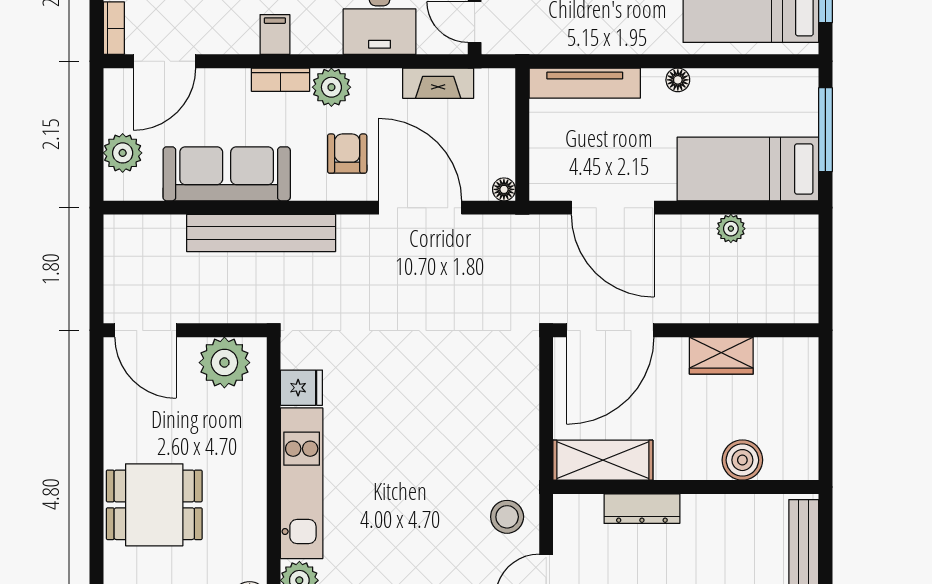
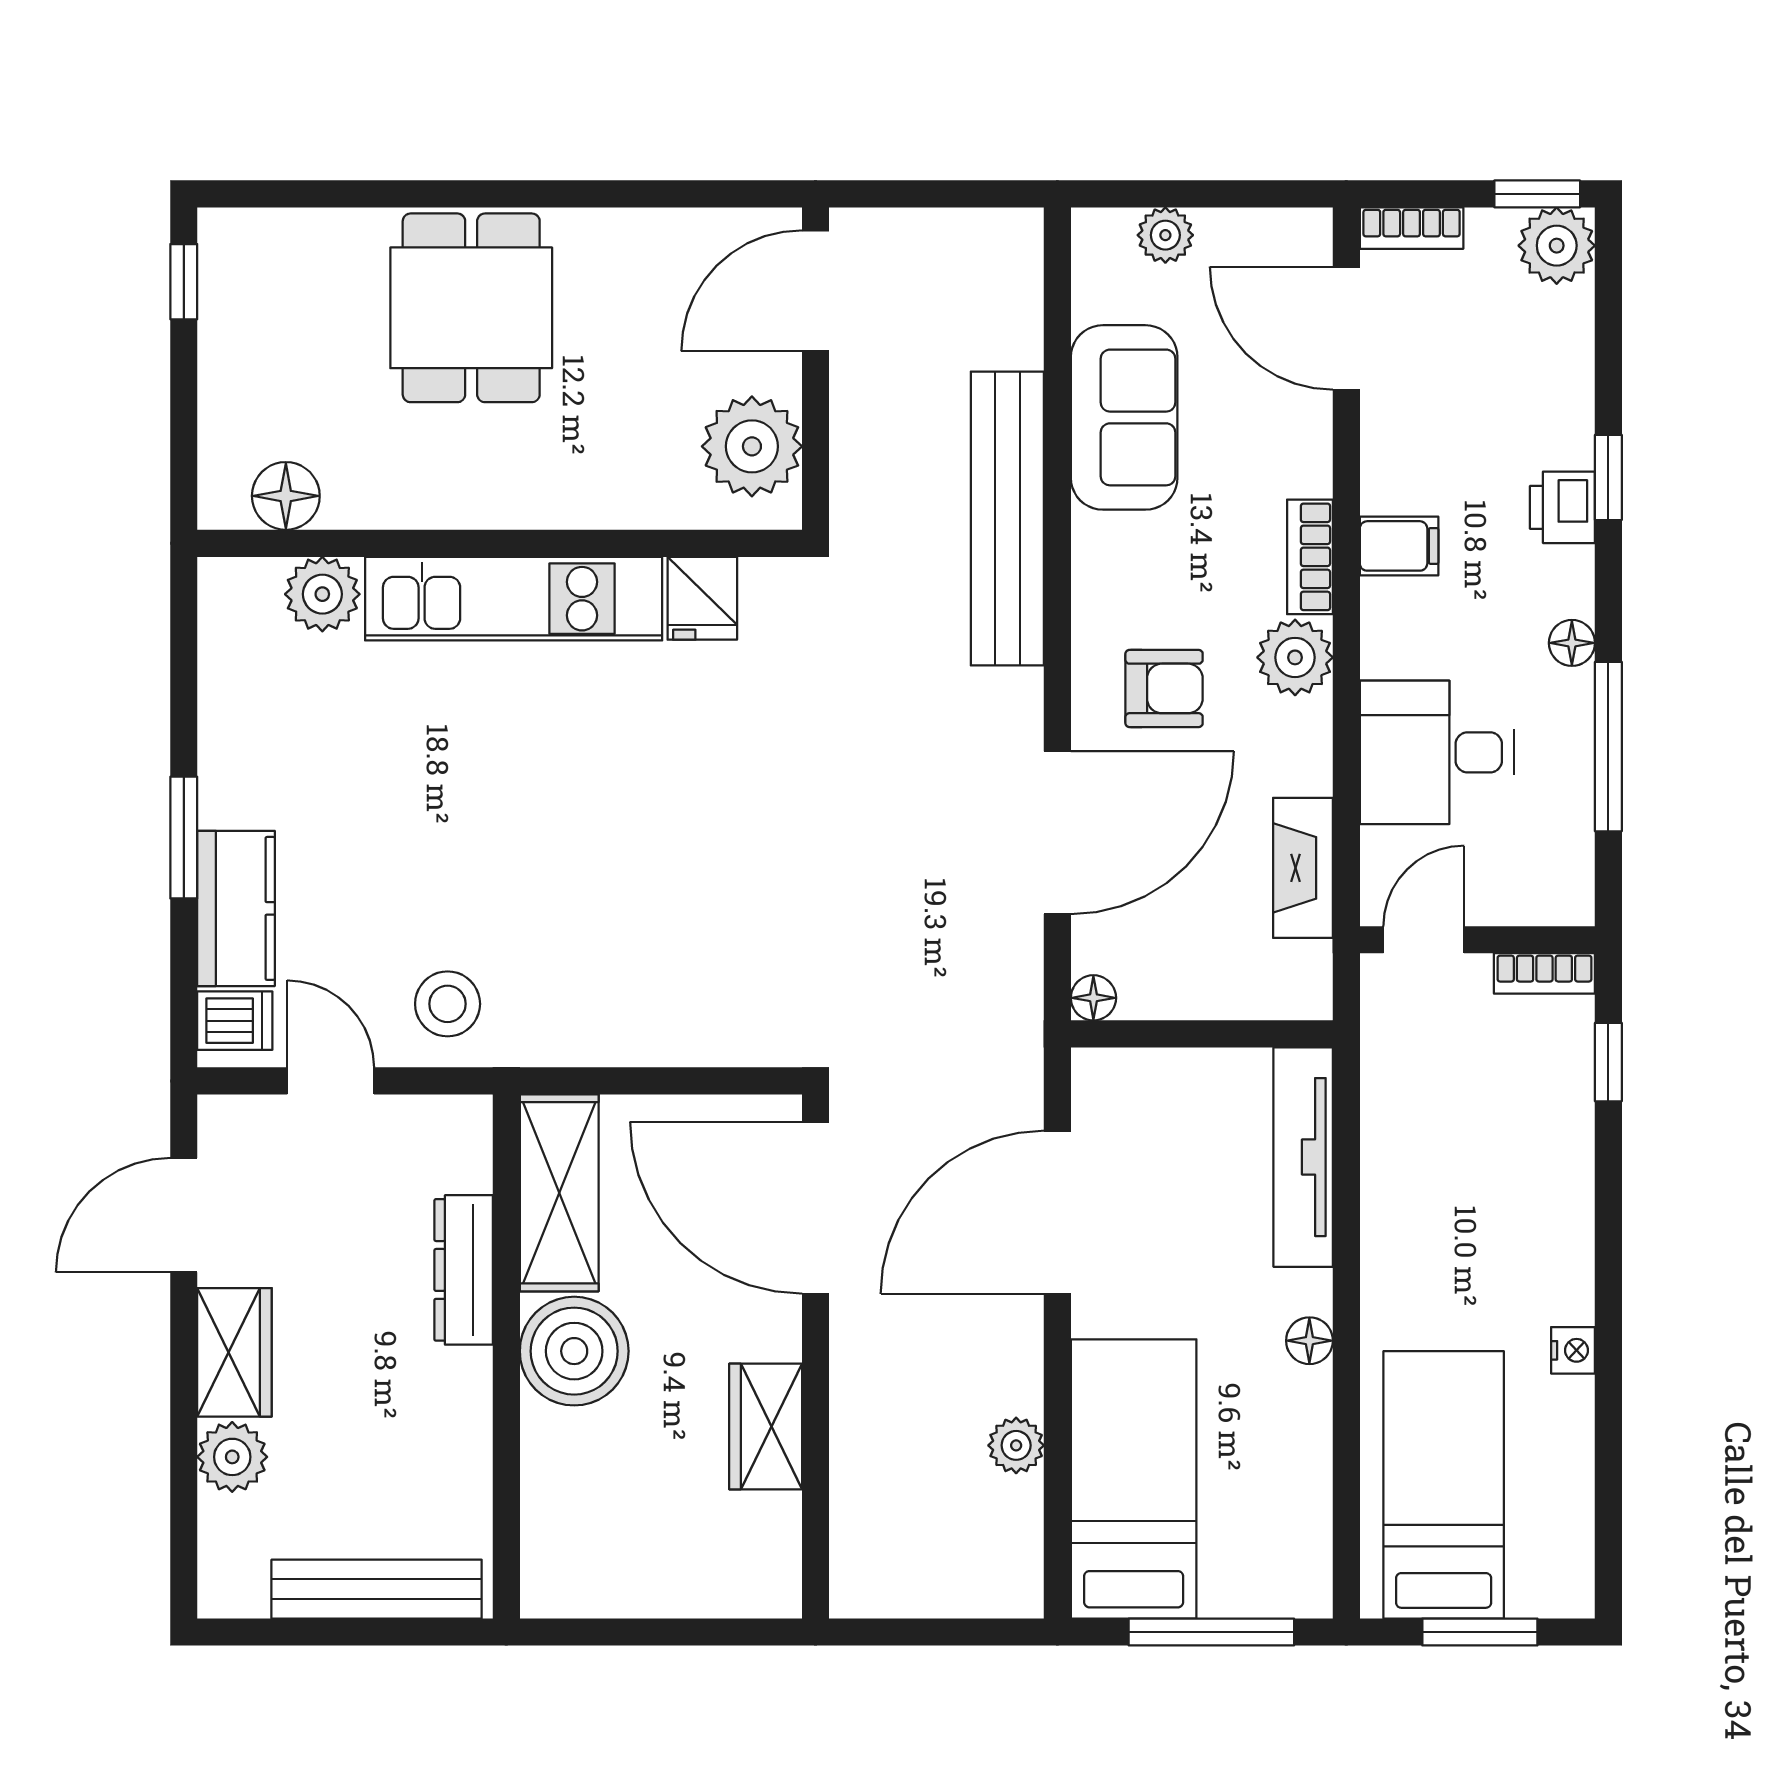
plant: (123, 153) -> (1165, 235), width x0.73, depth x0.73
sofa: (227, 174) -> (1124, 417), width x0.73
boiler: (742, 460) -> (574, 1351), moved, width x1.37, depth x1.37

